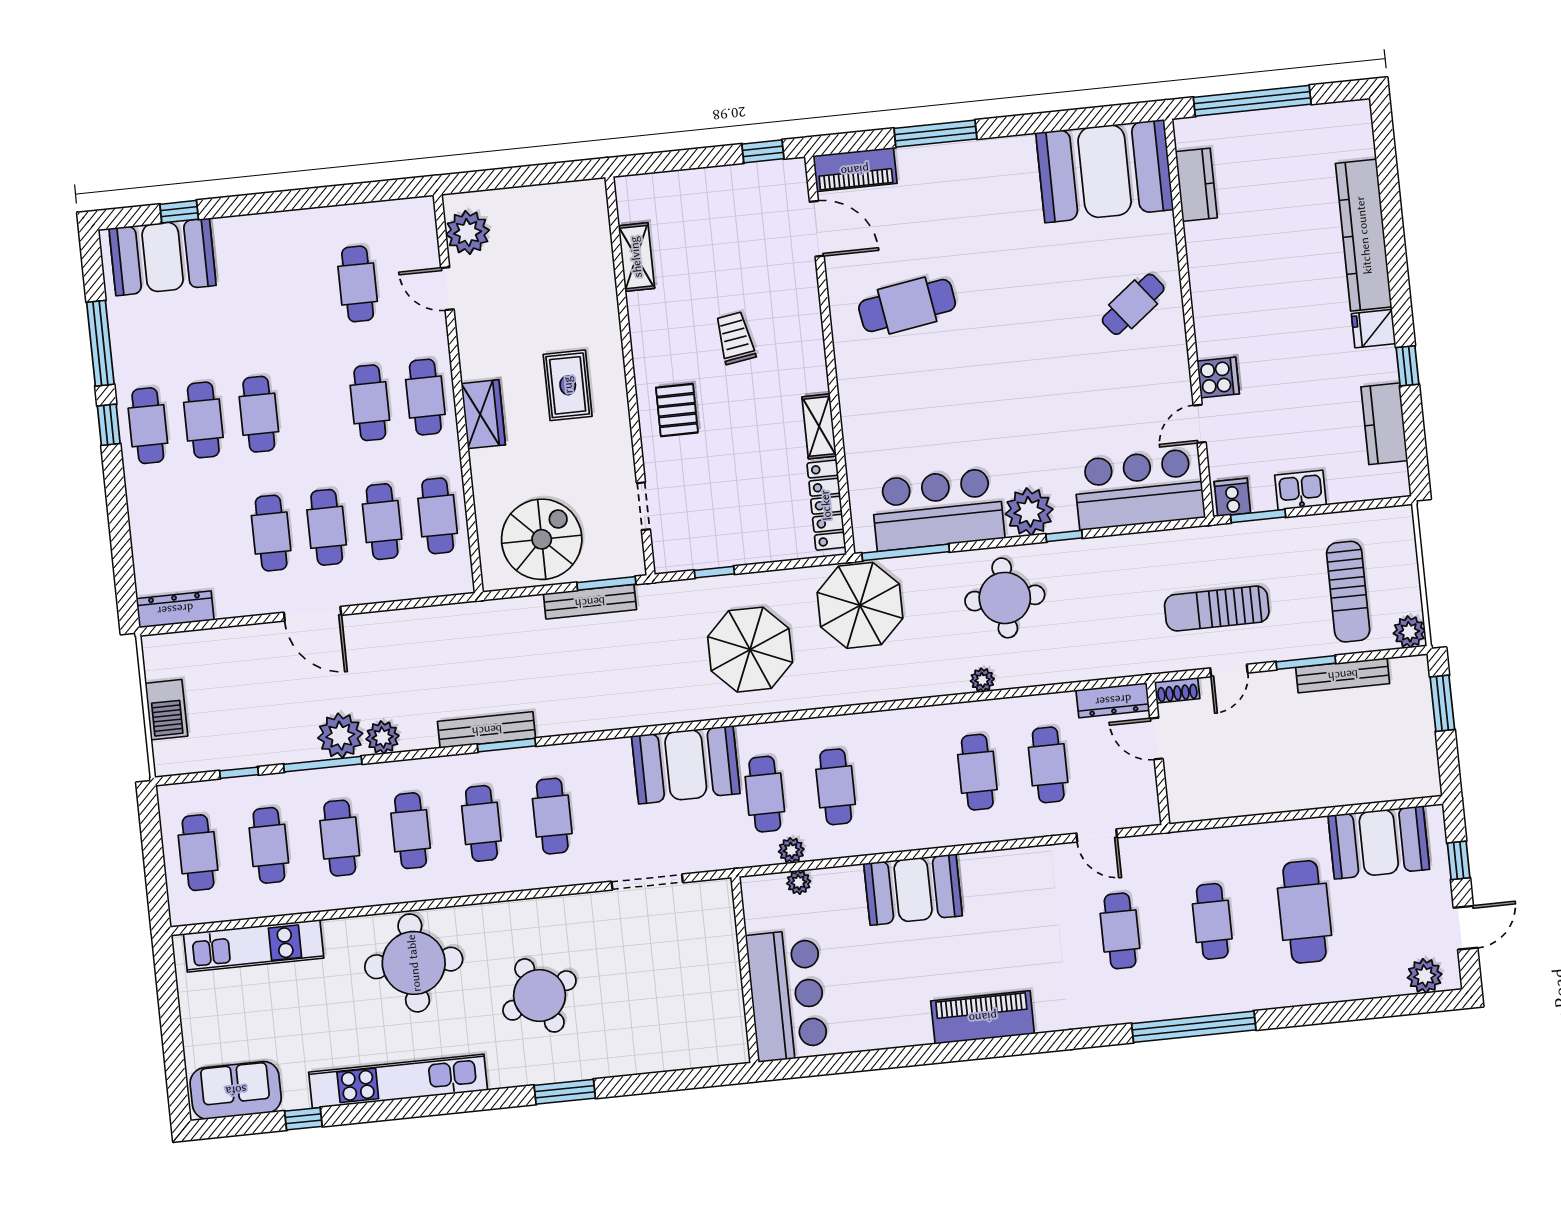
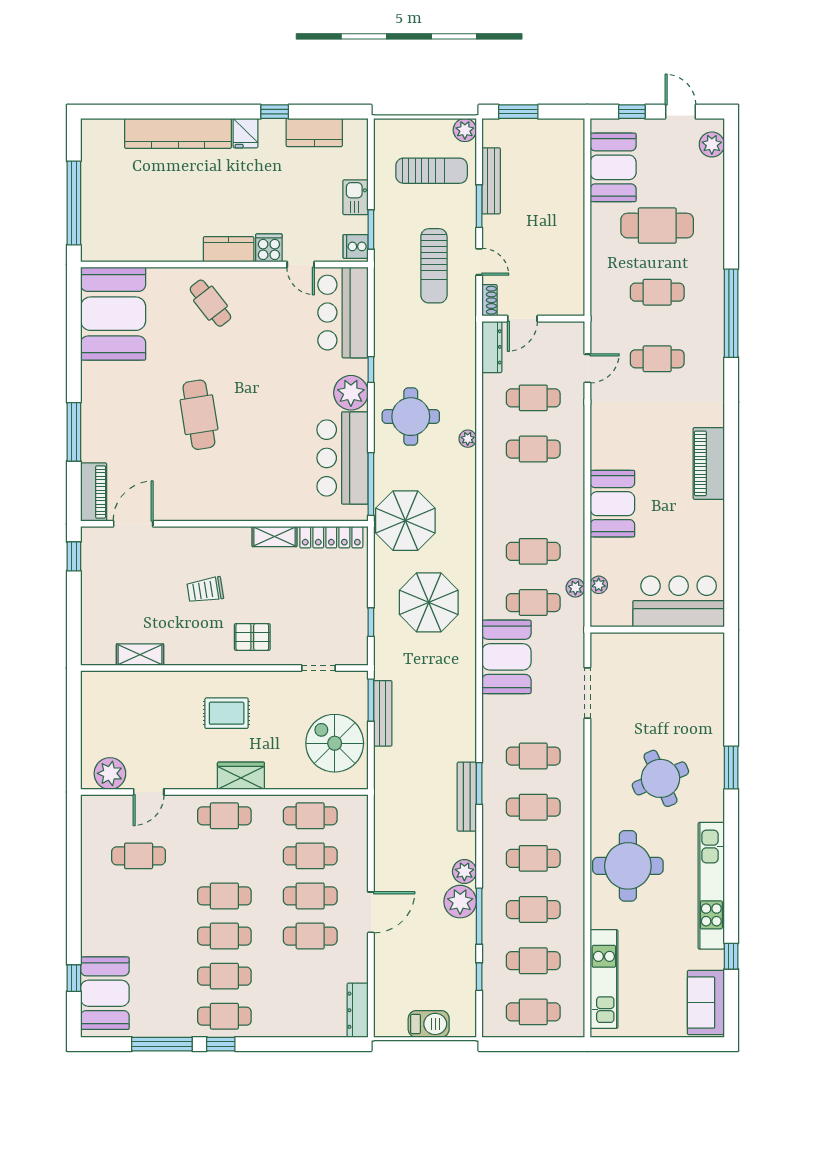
kitchen counter: (1196, 185) -> (229, 249), moved
cafe table: (907, 305) -> (199, 415), moved
cafe table: (370, 403) -> (224, 896), moved

